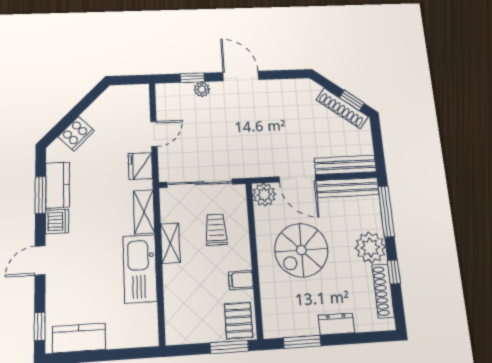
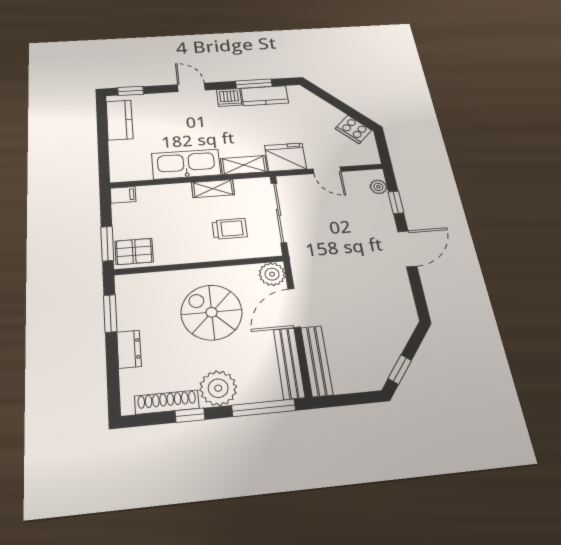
plant: (202, 89) -> (378, 187), moved
shoe rack: (342, 108) -> (388, 358), removed
cooker: (76, 134) -> (353, 129), moved
fridge: (140, 166) -> (286, 157), width x1.36, depth x1.34
filing cabinet: (241, 280) -> (123, 195), moved, turned 90

